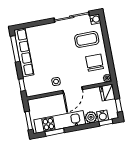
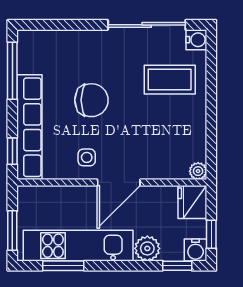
row of seats: (24, 52) -> (29, 127), moved
chair: (95, 63) -> (91, 100), moved, turned 90
water cooler: (103, 116) -> (196, 250), moved

